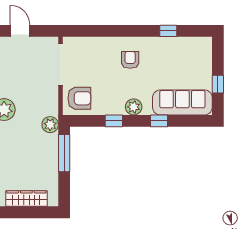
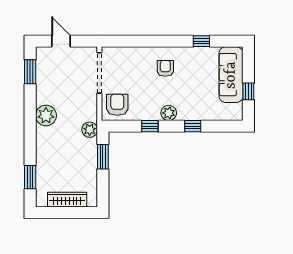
armchair: (79, 98) -> (117, 105), turned -90
sofa: (182, 102) -> (231, 75), moved, turned -90
window: (64, 153) -> (103, 157), width x0.69

